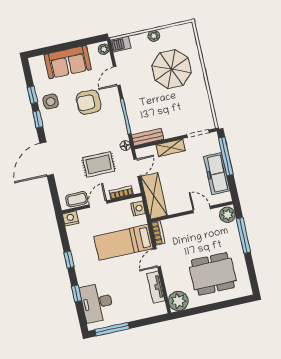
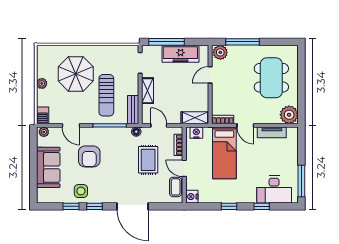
sun lounger: (156, 106) -> (106, 95), added
shelving: (154, 196) -> (195, 118), width x0.67, depth x0.75

